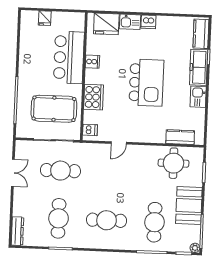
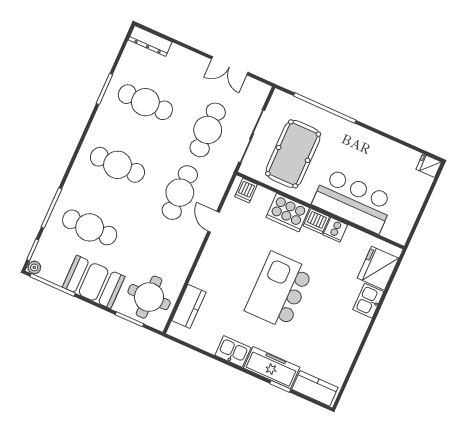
fridge: (45, 18) -> (429, 166), moved
dishwasher: (148, 22) -> (316, 221), moved, turned -90
kitchen island: (146, 83) -> (279, 290), turned 90
round table: (173, 163) -> (149, 297), moved
cafe table: (108, 173) -> (180, 193), added
cafe table: (107, 220) -> (117, 165), turned 90

